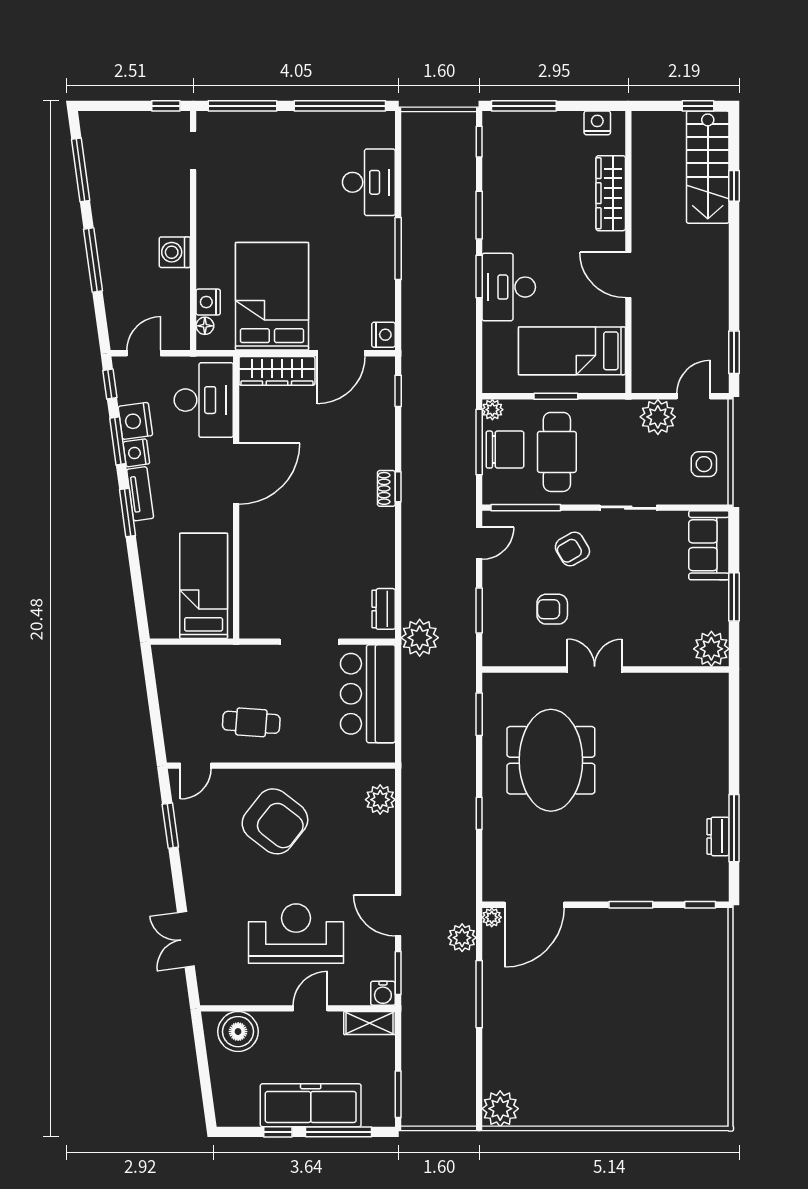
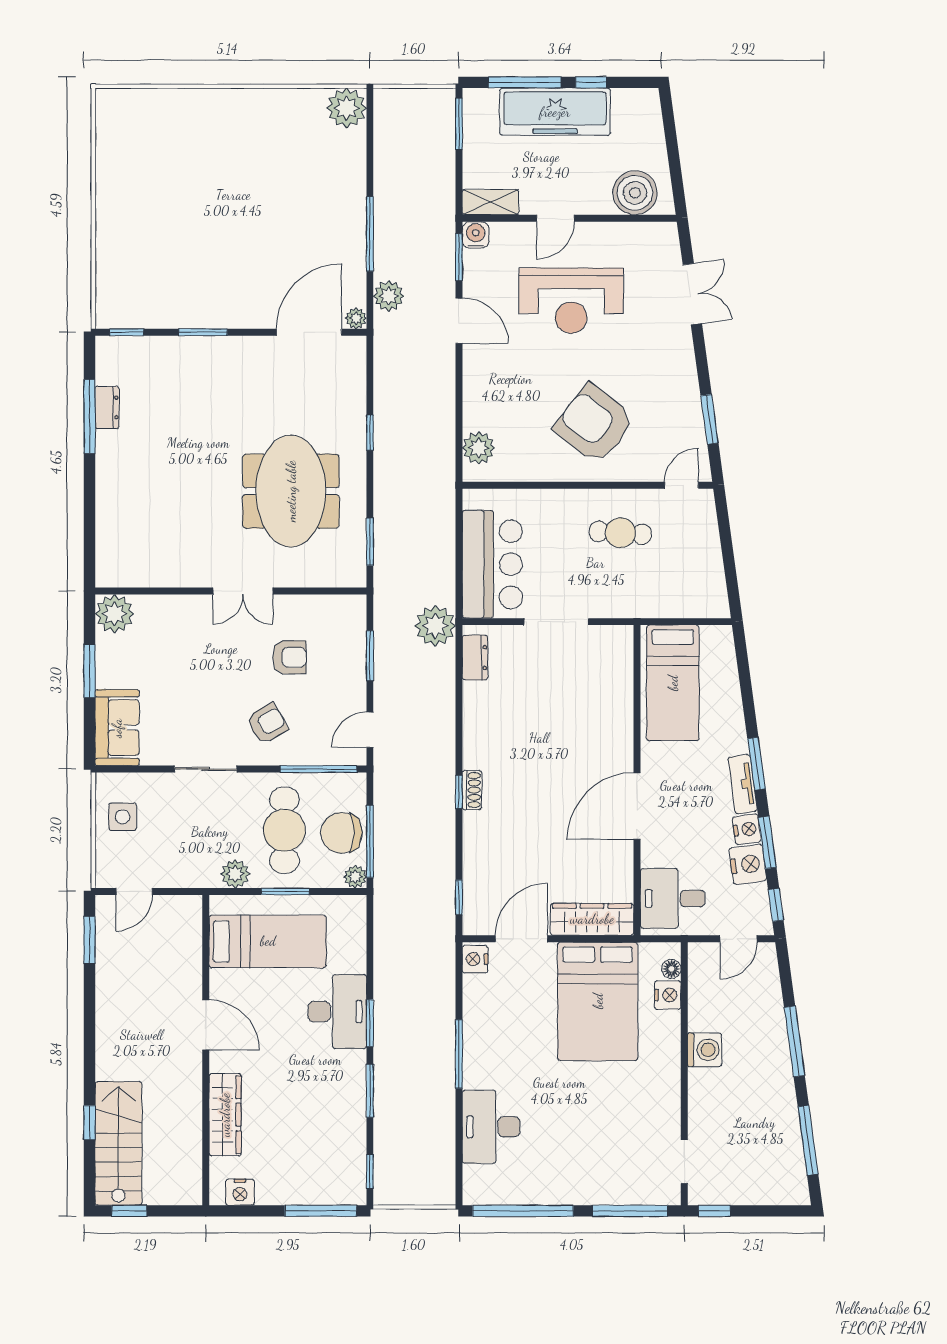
desk: (204, 400) -> (673, 898), width x0.73
plant: (658, 417) -> (235, 874), moved, width x0.73, depth x0.73

